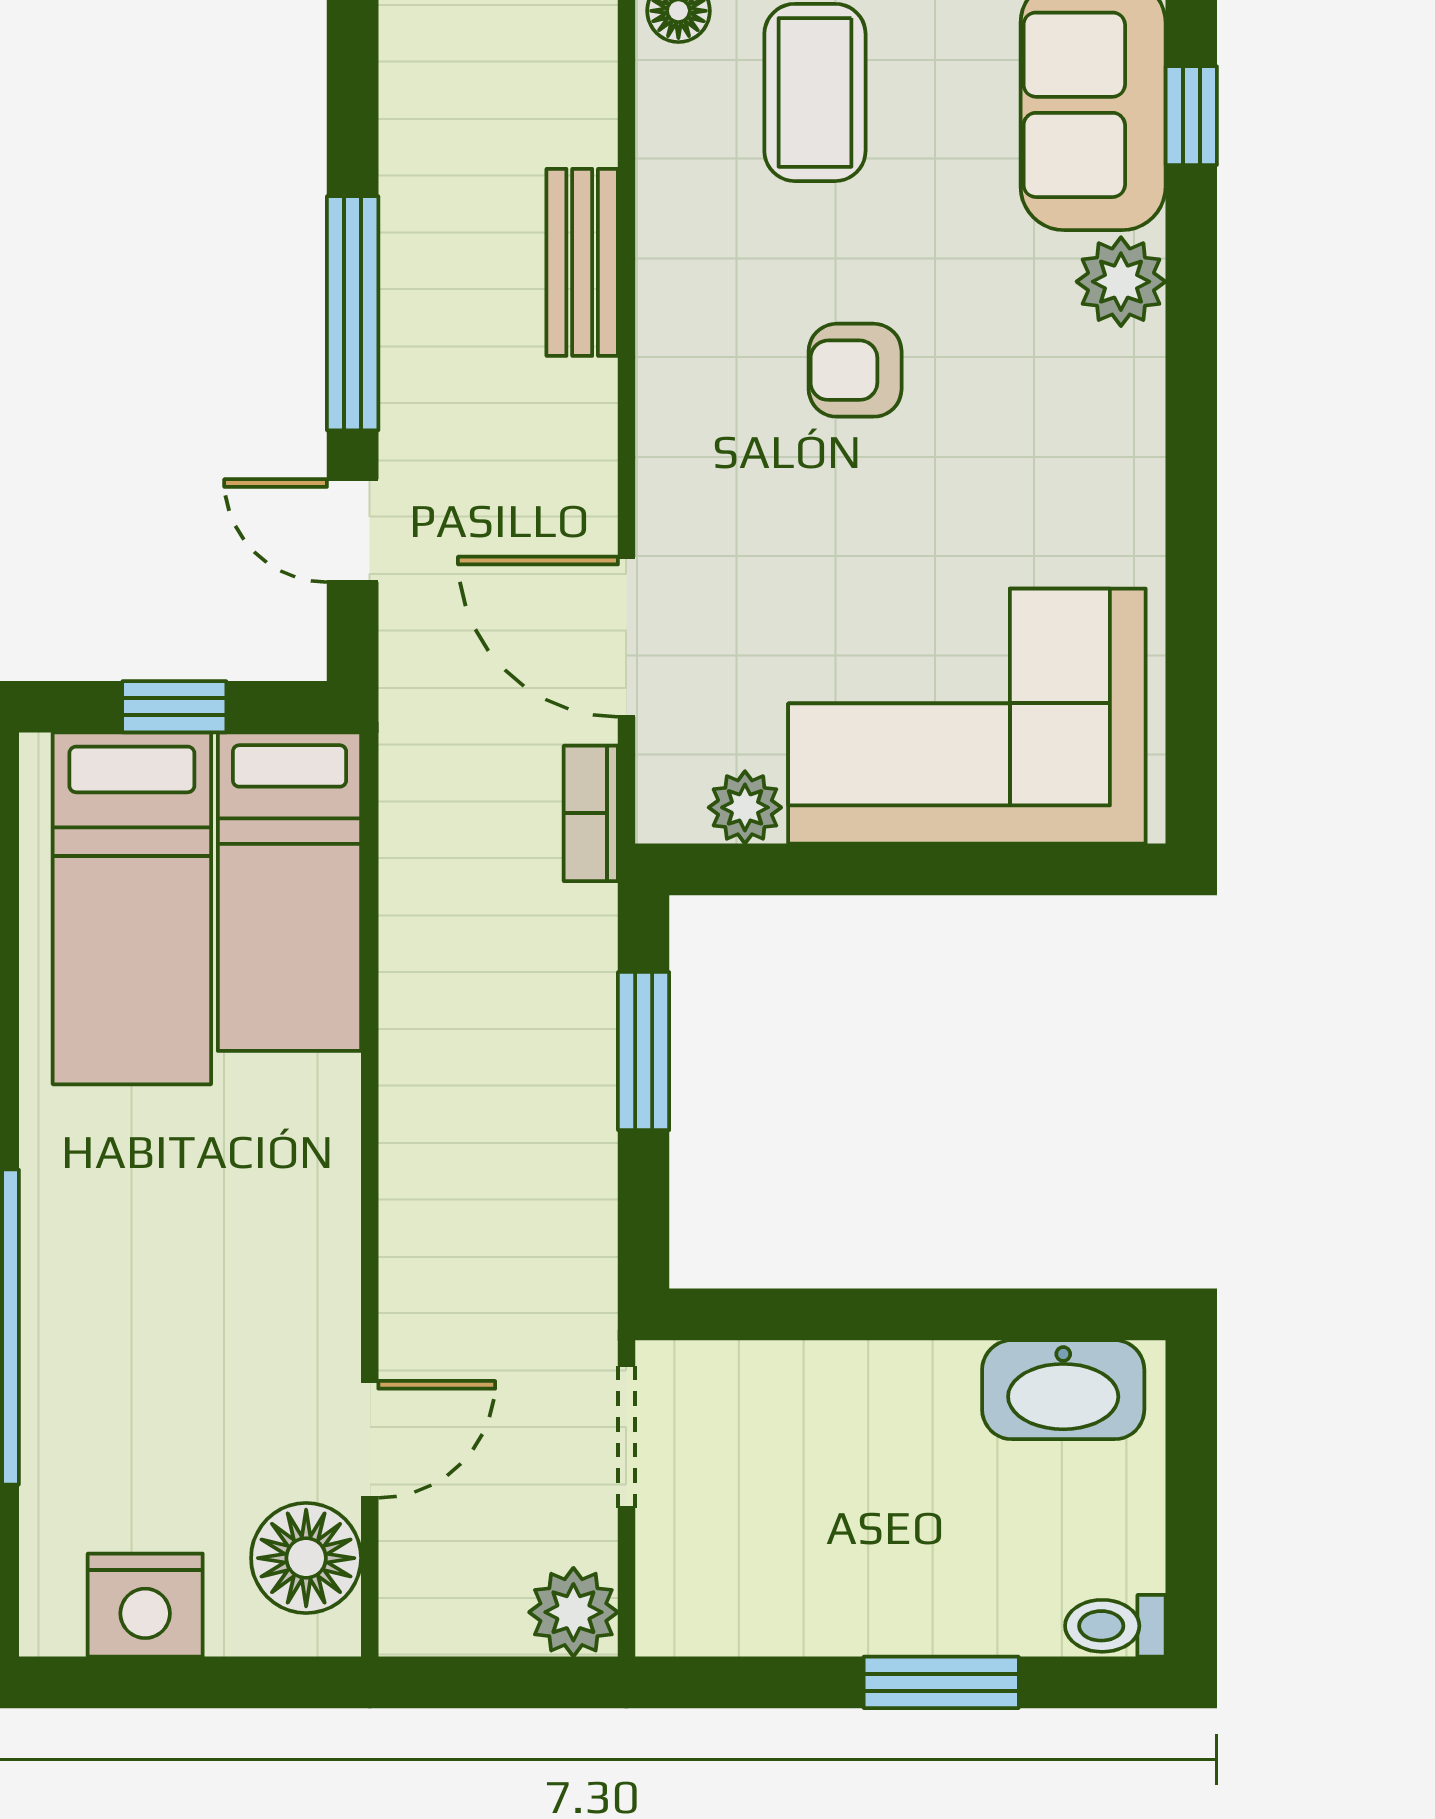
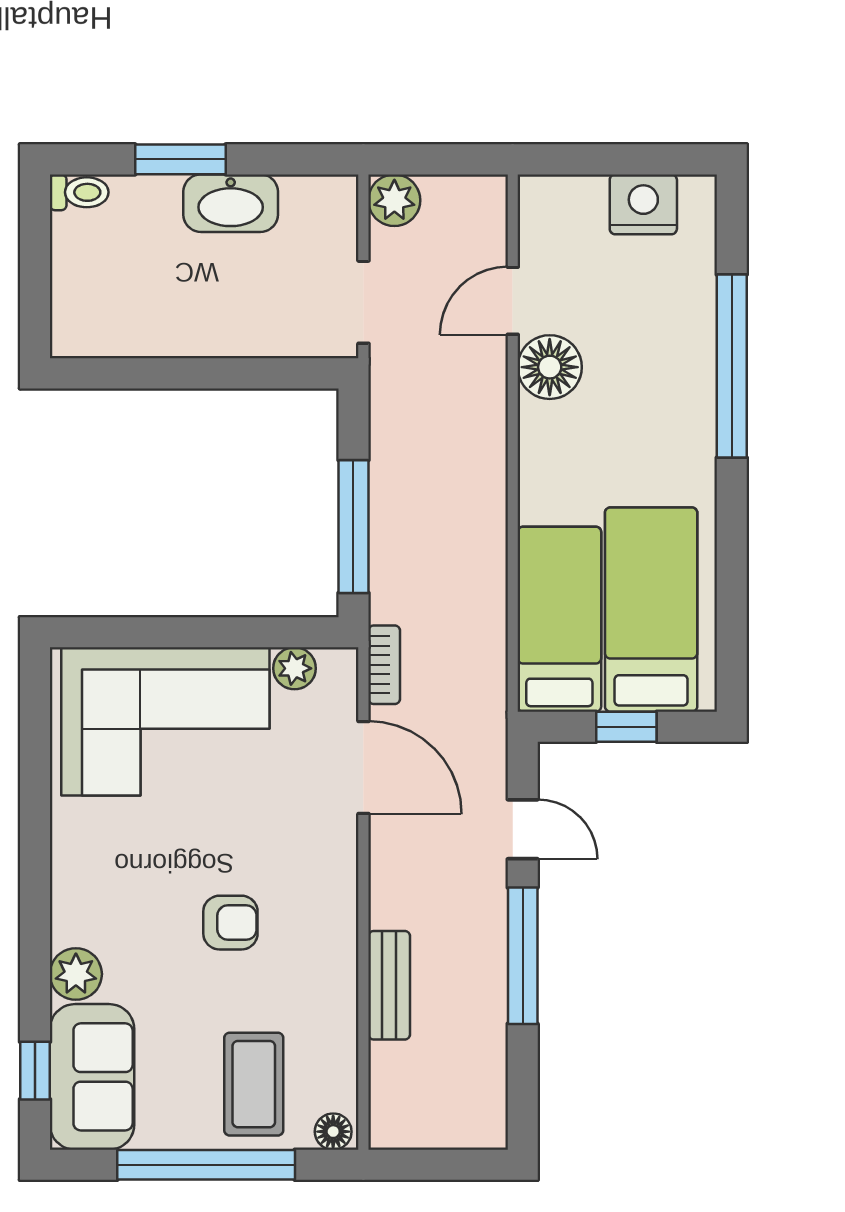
window: (644, 1051) -> (353, 527), width x1.44
washbasin: (1063, 1390) -> (231, 203), moved, turned 180
floor lamp: (306, 1558) -> (550, 367), moved

